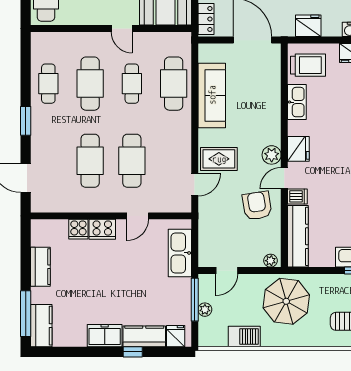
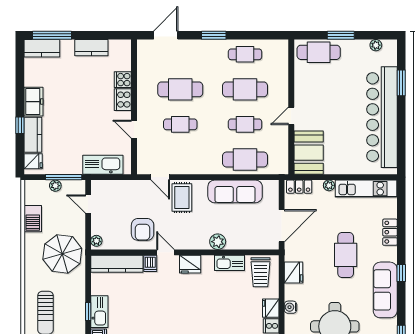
plant: (272, 155) -> (218, 242), moved
cafe table: (132, 161) -> (180, 124), width x0.73, depth x0.74
armchair: (257, 206) -> (143, 229), turned 99

